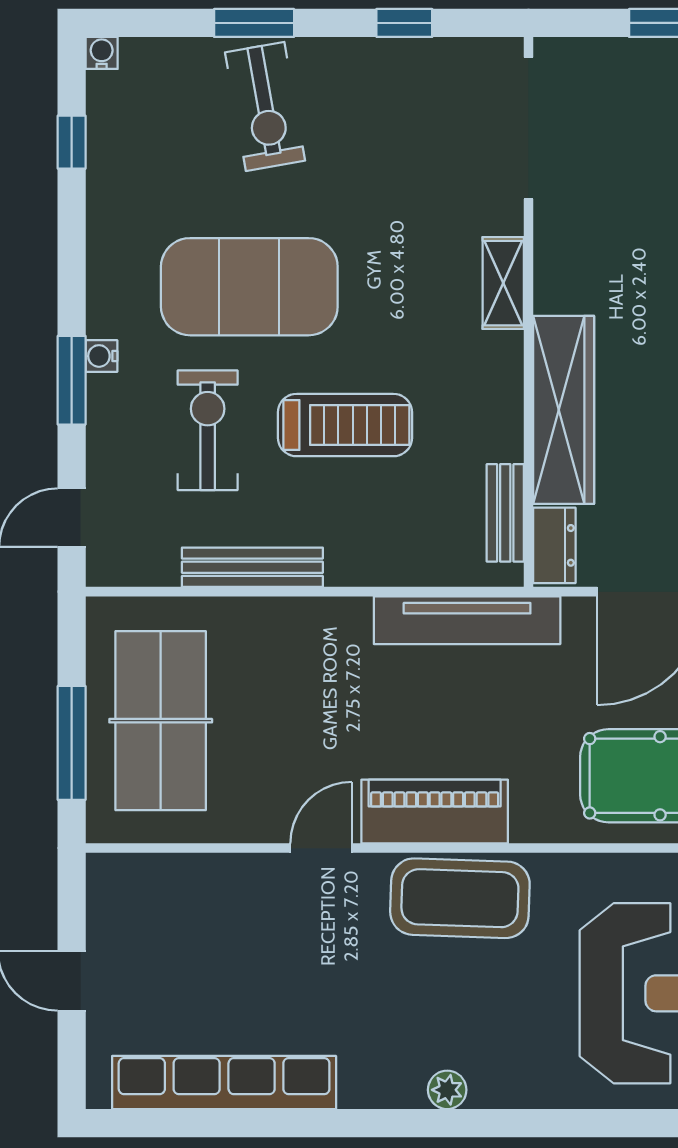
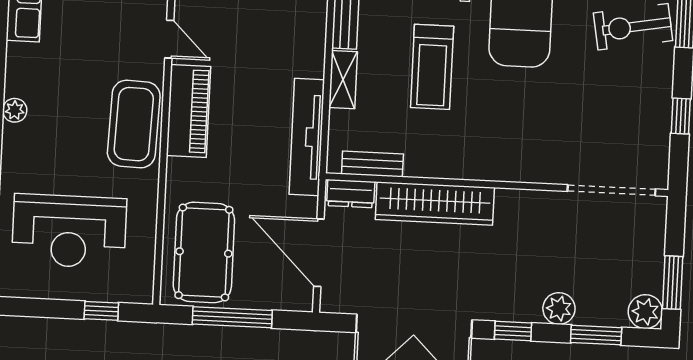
shelving: (503, 283) -> (343, 80), moved, turned 90

